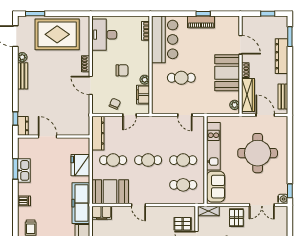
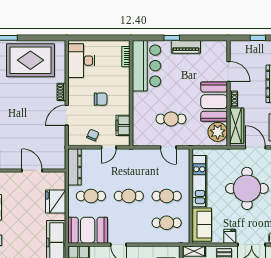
window: (203, 14) -> (172, 38), moved
cafe table: (181, 78) -> (171, 119), moved
plant: (145, 80) -> (125, 109), removed
door: (91, 85) -> (67, 115), hinge flipped
plant: (235, 105) -> (218, 132), width x1.87, depth x1.87
door: (48, 136) -> (32, 170), moved
fridge: (242, 197) -> (230, 236), added

